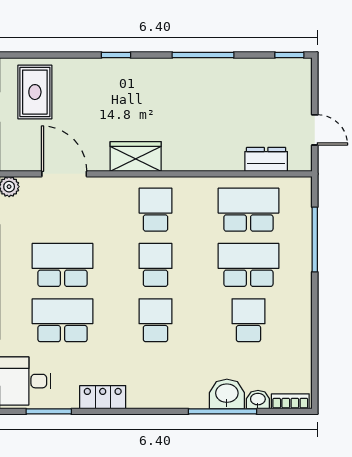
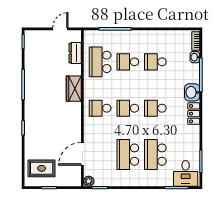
wardrobe: (136, 156) -> (74, 89), moved
school desk: (248, 265) -> (128, 62), width x0.54
washbasin: (227, 394) -> (192, 92), moved
locker: (103, 397) -> (194, 114), moved

